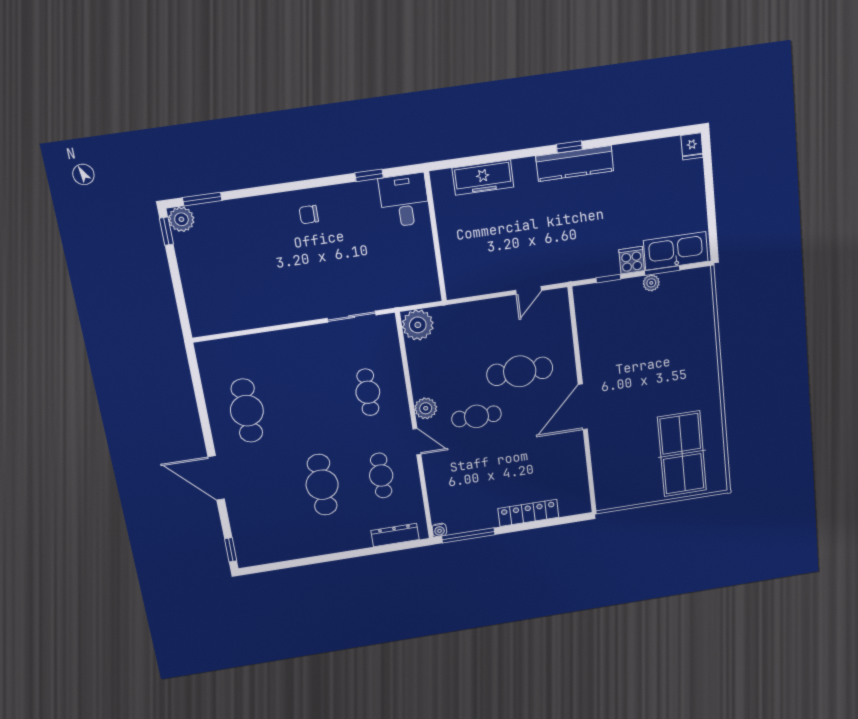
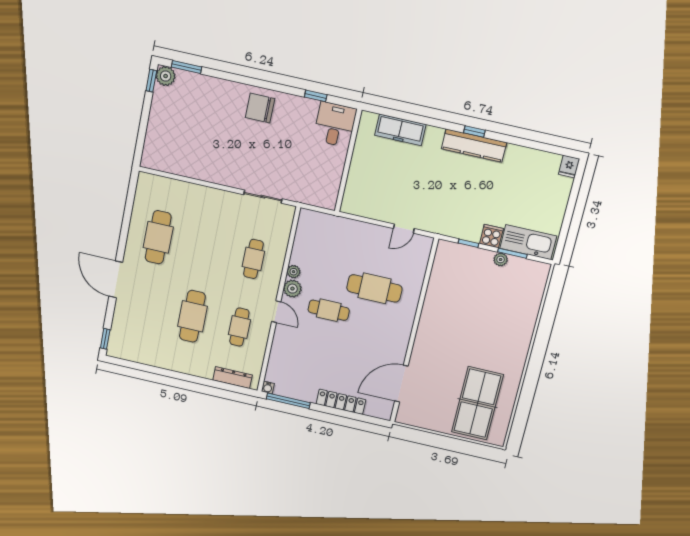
chair: (309, 215) -> (260, 108), width x1.87, depth x1.87
plant: (418, 325) -> (294, 272), moved, width x0.53, depth x0.53
door: (583, 407) -> (401, 384), moved

